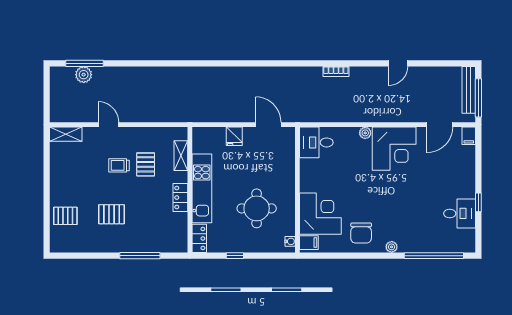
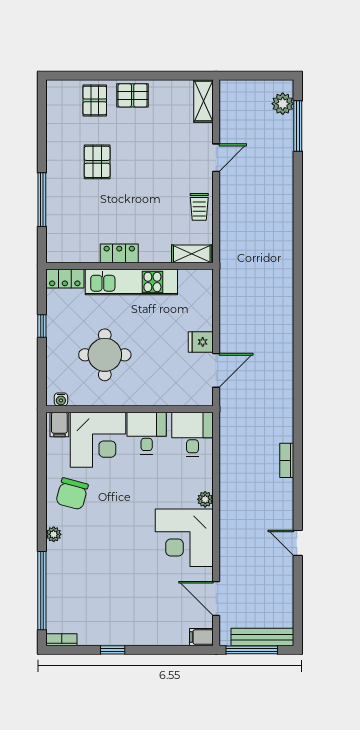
plant: (84, 75) -> (283, 104), moved
fridge: (234, 136) -> (201, 342), moved
shelving: (181, 156) -> (192, 254), moved
pallet: (146, 164) -> (133, 95), moved
trolley: (119, 165) -> (199, 207), moved, turned 180
desk: (460, 213) -> (147, 433), moved, turned 180
chair: (361, 233) -> (72, 494), turned -75
bookcase: (471, 241) -> (62, 640), added

